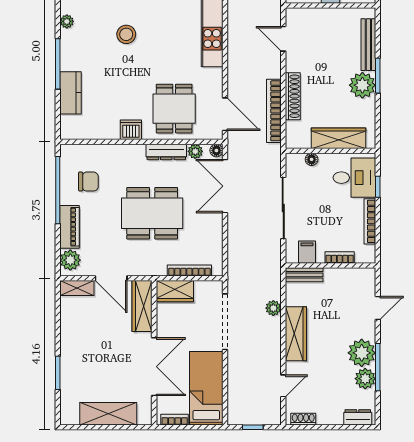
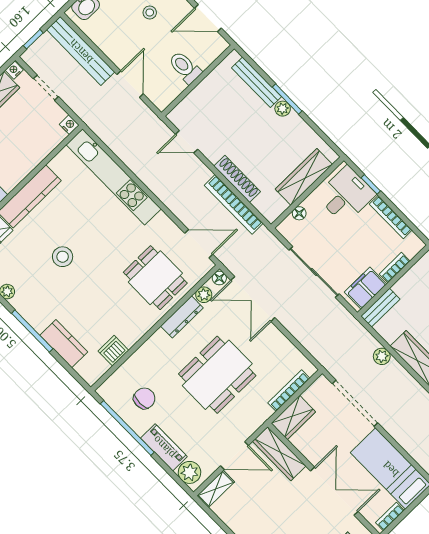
plant: (362, 85) -> (283, 109), width x0.53, depth x0.53
dishwasher: (131, 130) -> (113, 351), moved
filing cabinet: (307, 252) -> (365, 288), width x2.00

